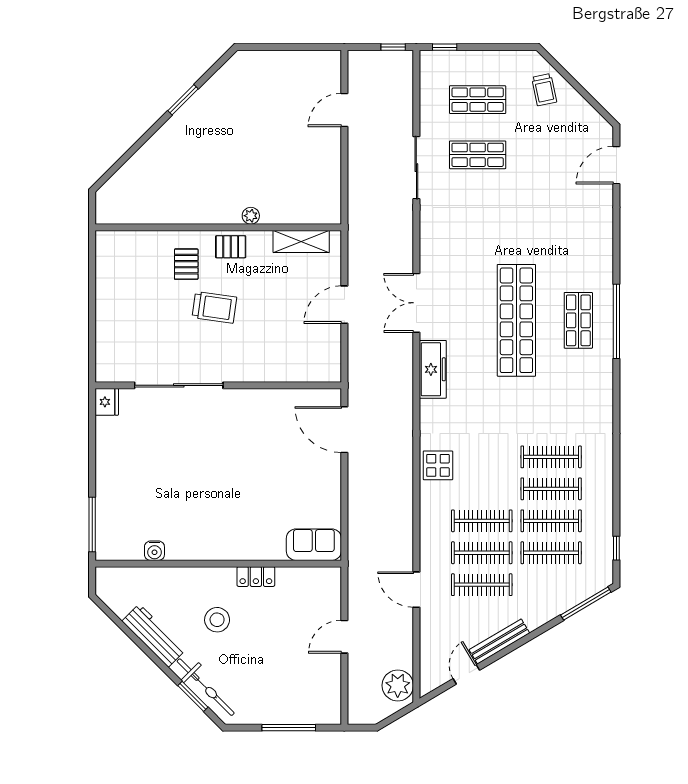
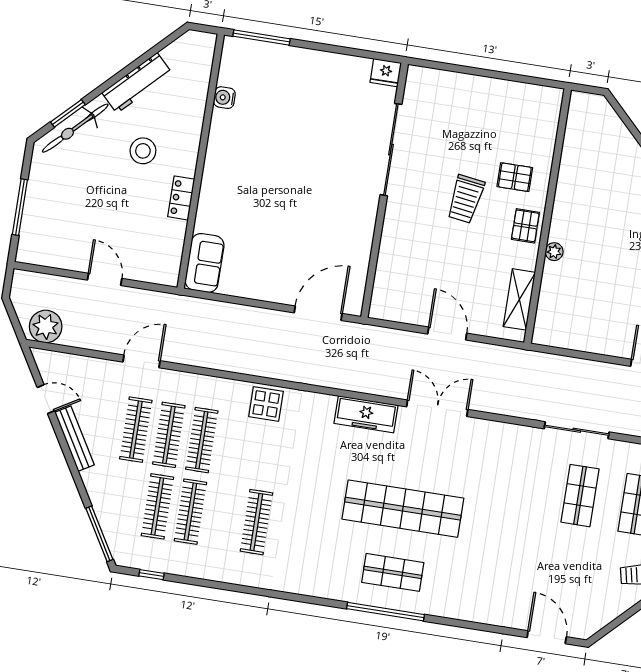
clothes rail: (551, 489) -> (223, 517), removed

